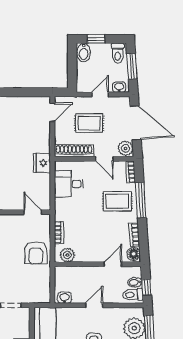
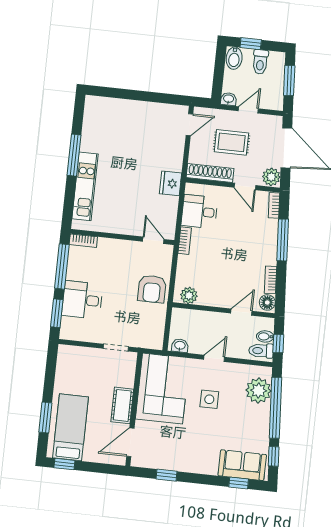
toilet: (118, 53) -> (260, 62), moved
washbasin: (119, 87) -> (229, 99), moved
rug: (117, 201) -> (255, 238), removed
bookcase: (59, 232) -> (185, 241), moved

